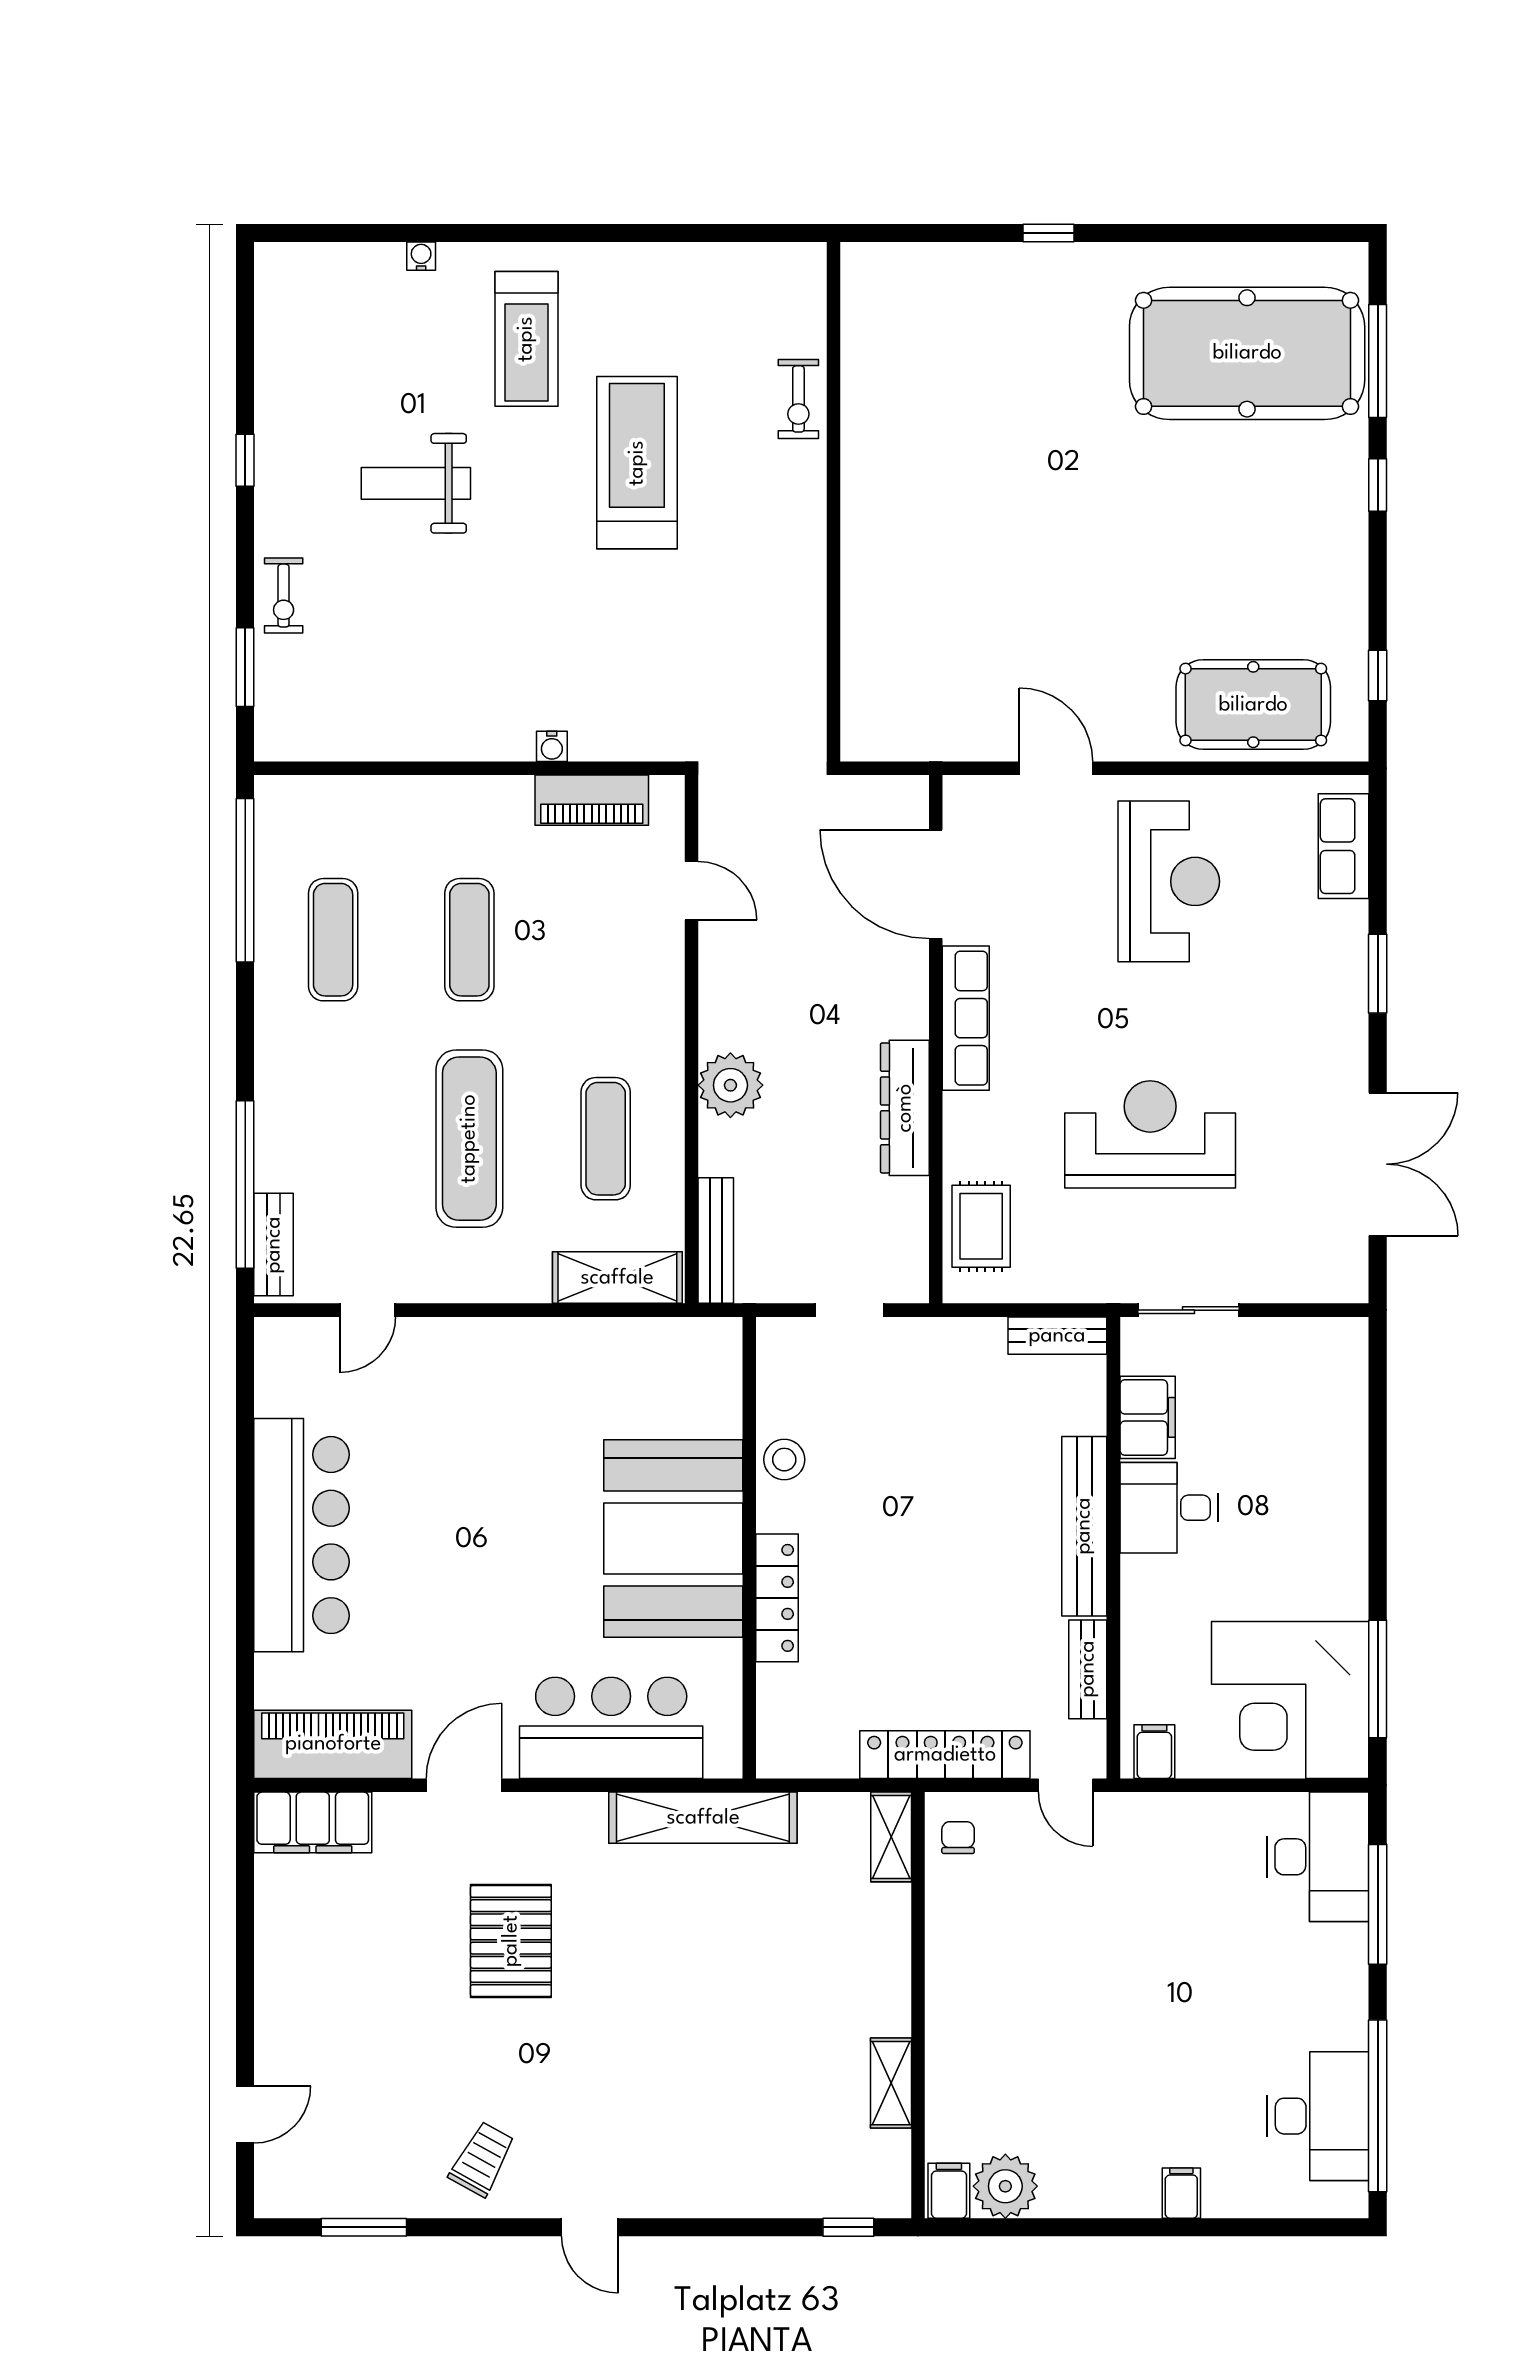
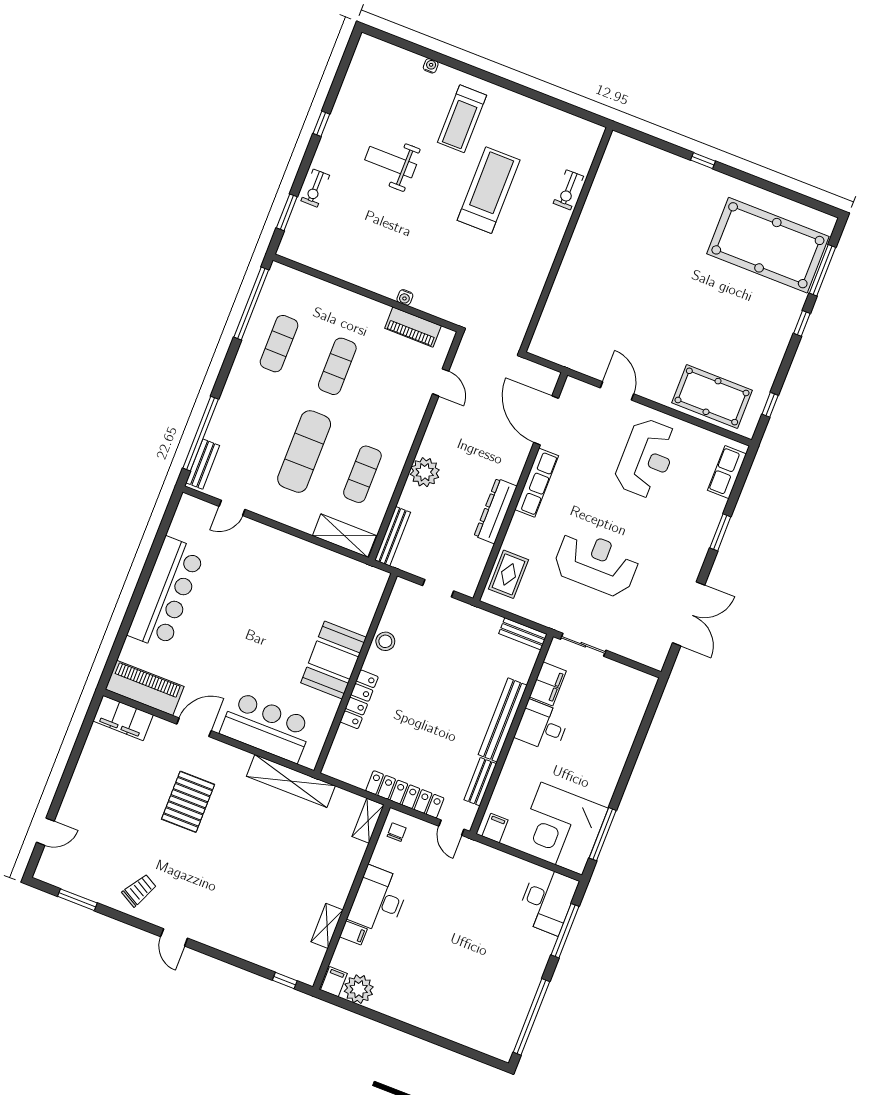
booth: (673, 1539) -> (333, 660), width x0.73, depth x0.70
desk: (1318, 2116) -> (379, 900), moved, turned 180
filing cabinet: (1181, 2193) -> (353, 933), moved, turned 90

